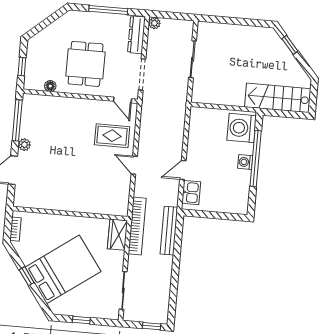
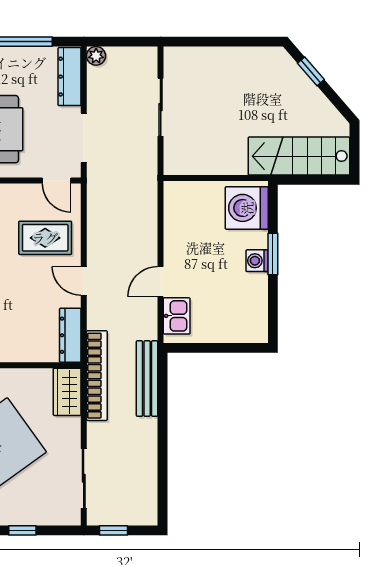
window: (256, 159) -> (273, 254), width x0.47
dresser: (123, 199) -> (70, 335), added
window: (152, 326) -> (113, 530), moved

